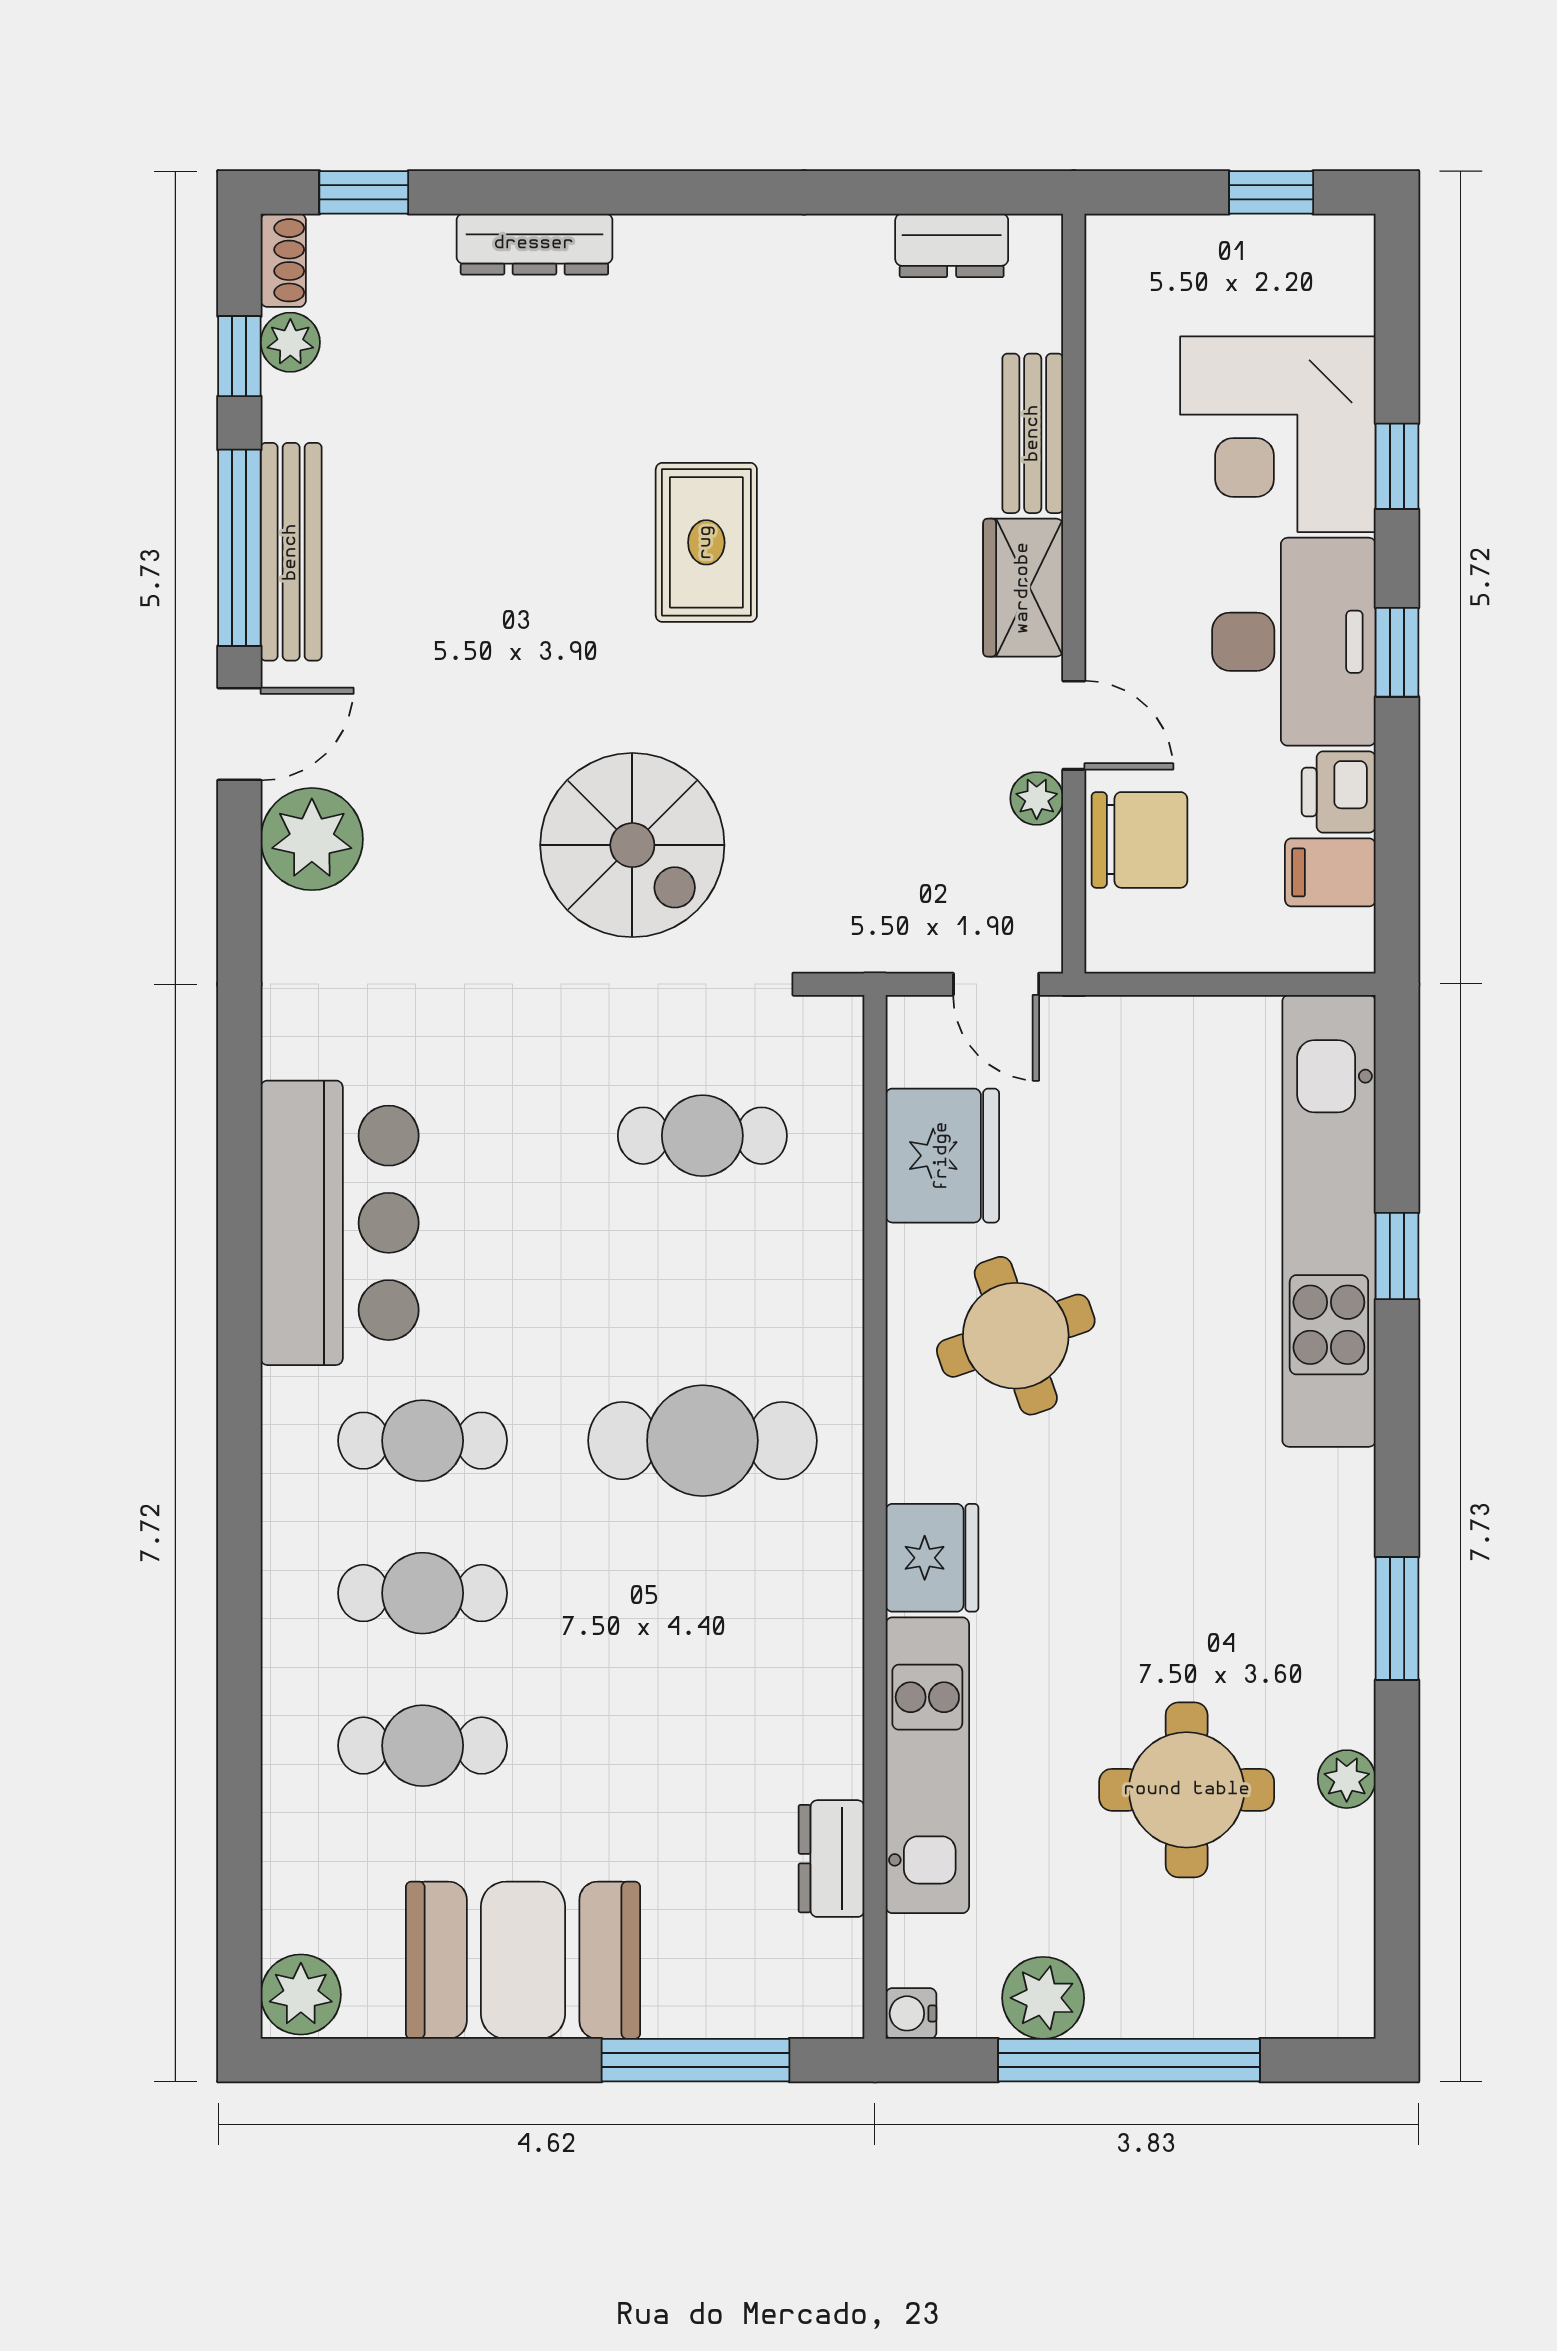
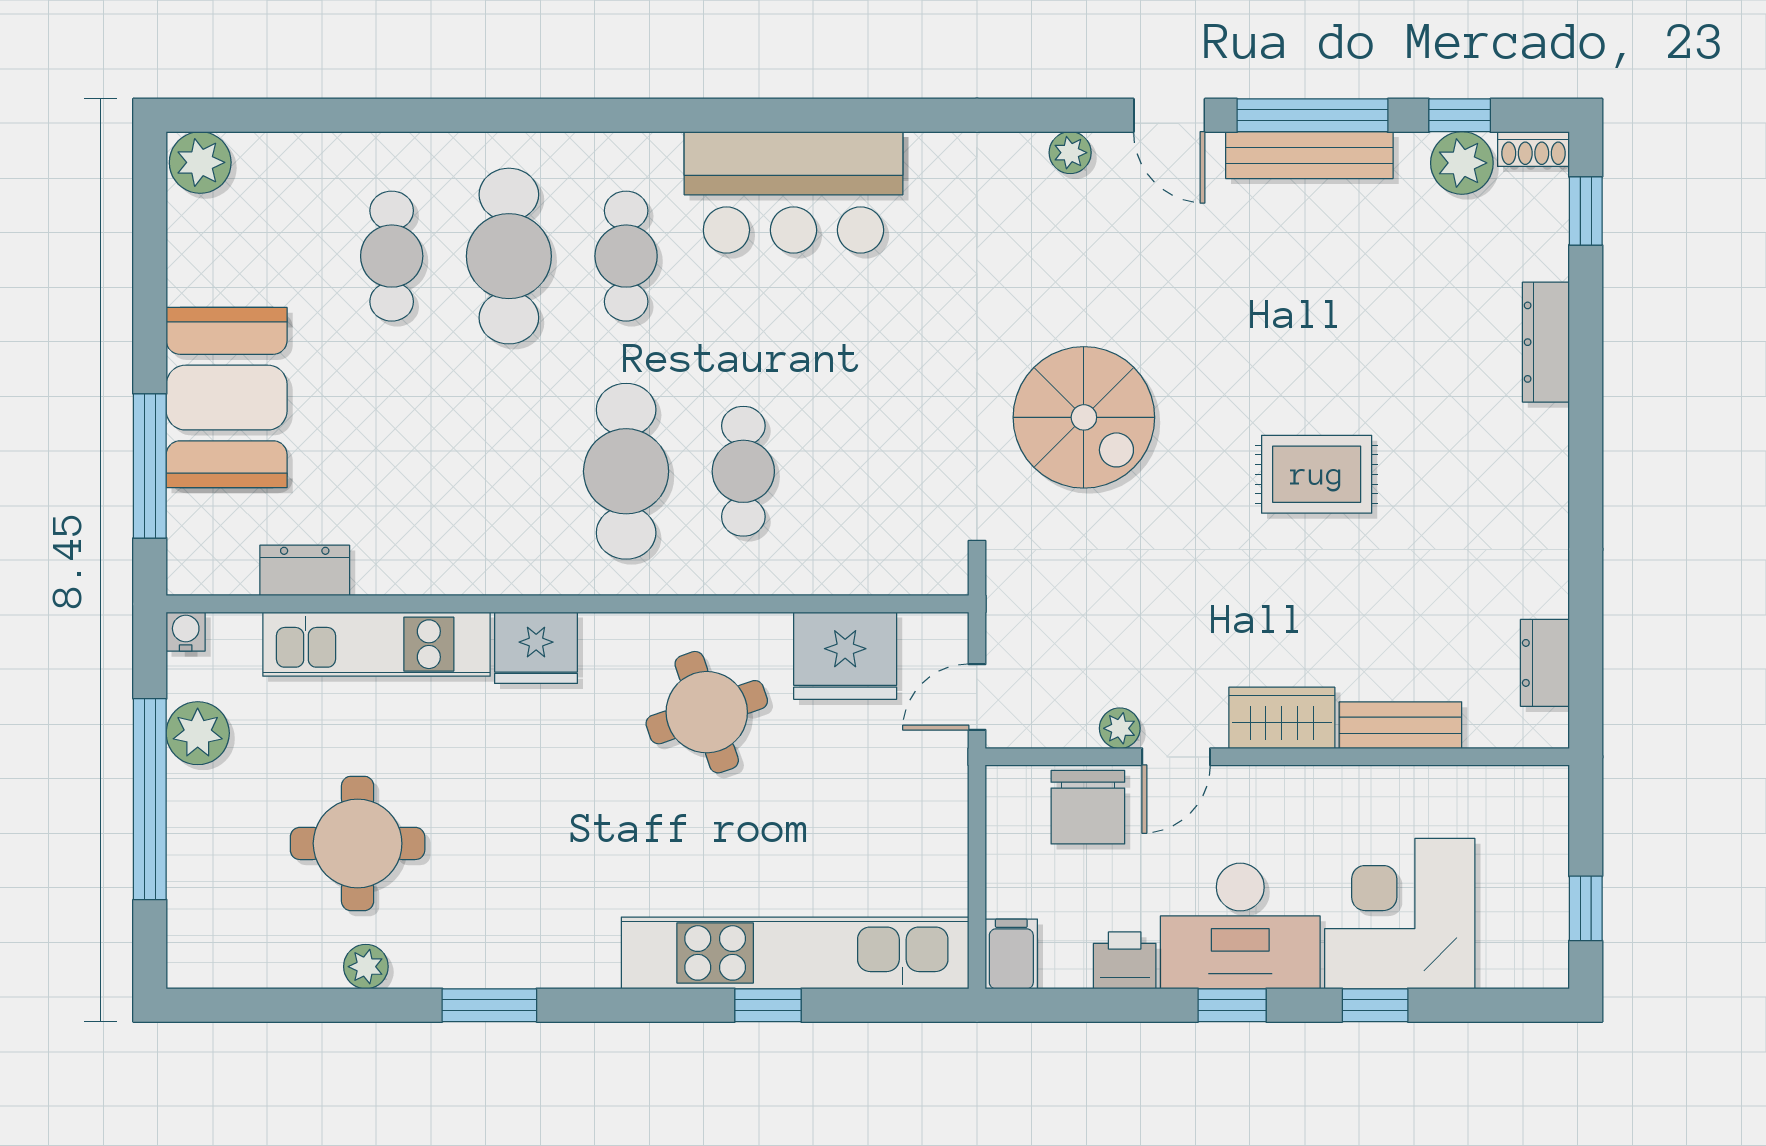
plant: (290, 342) -> (1462, 163), width x1.38, depth x1.38
plant: (312, 839) -> (1070, 153), width x0.53, depth x0.53
spiral stairs: (632, 845) -> (1084, 417), turned -90
filing cabinet: (1330, 872) -> (1011, 954), moved
cafe table: (702, 1136) -> (743, 471), moved
cafe table: (423, 1593) -> (509, 256), width x1.37, depth x1.35
booth: (523, 1960) -> (227, 398), moved

